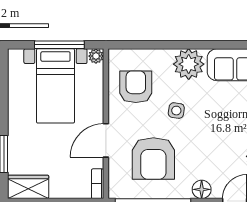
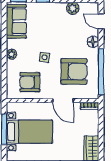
plant: (96, 56) -> (11, 107), removed
plant: (189, 64) -> (11, 54), width x0.53, depth x0.53

